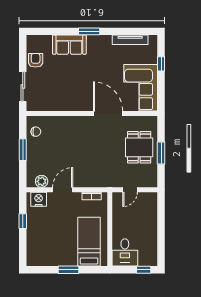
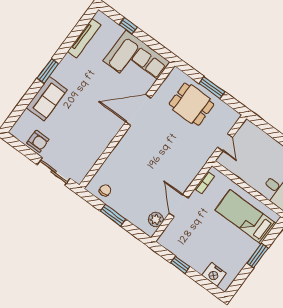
armchair: (36, 60) -> (38, 141), turned 180
nightstand: (39, 199) -> (214, 274), moved, turned -90

